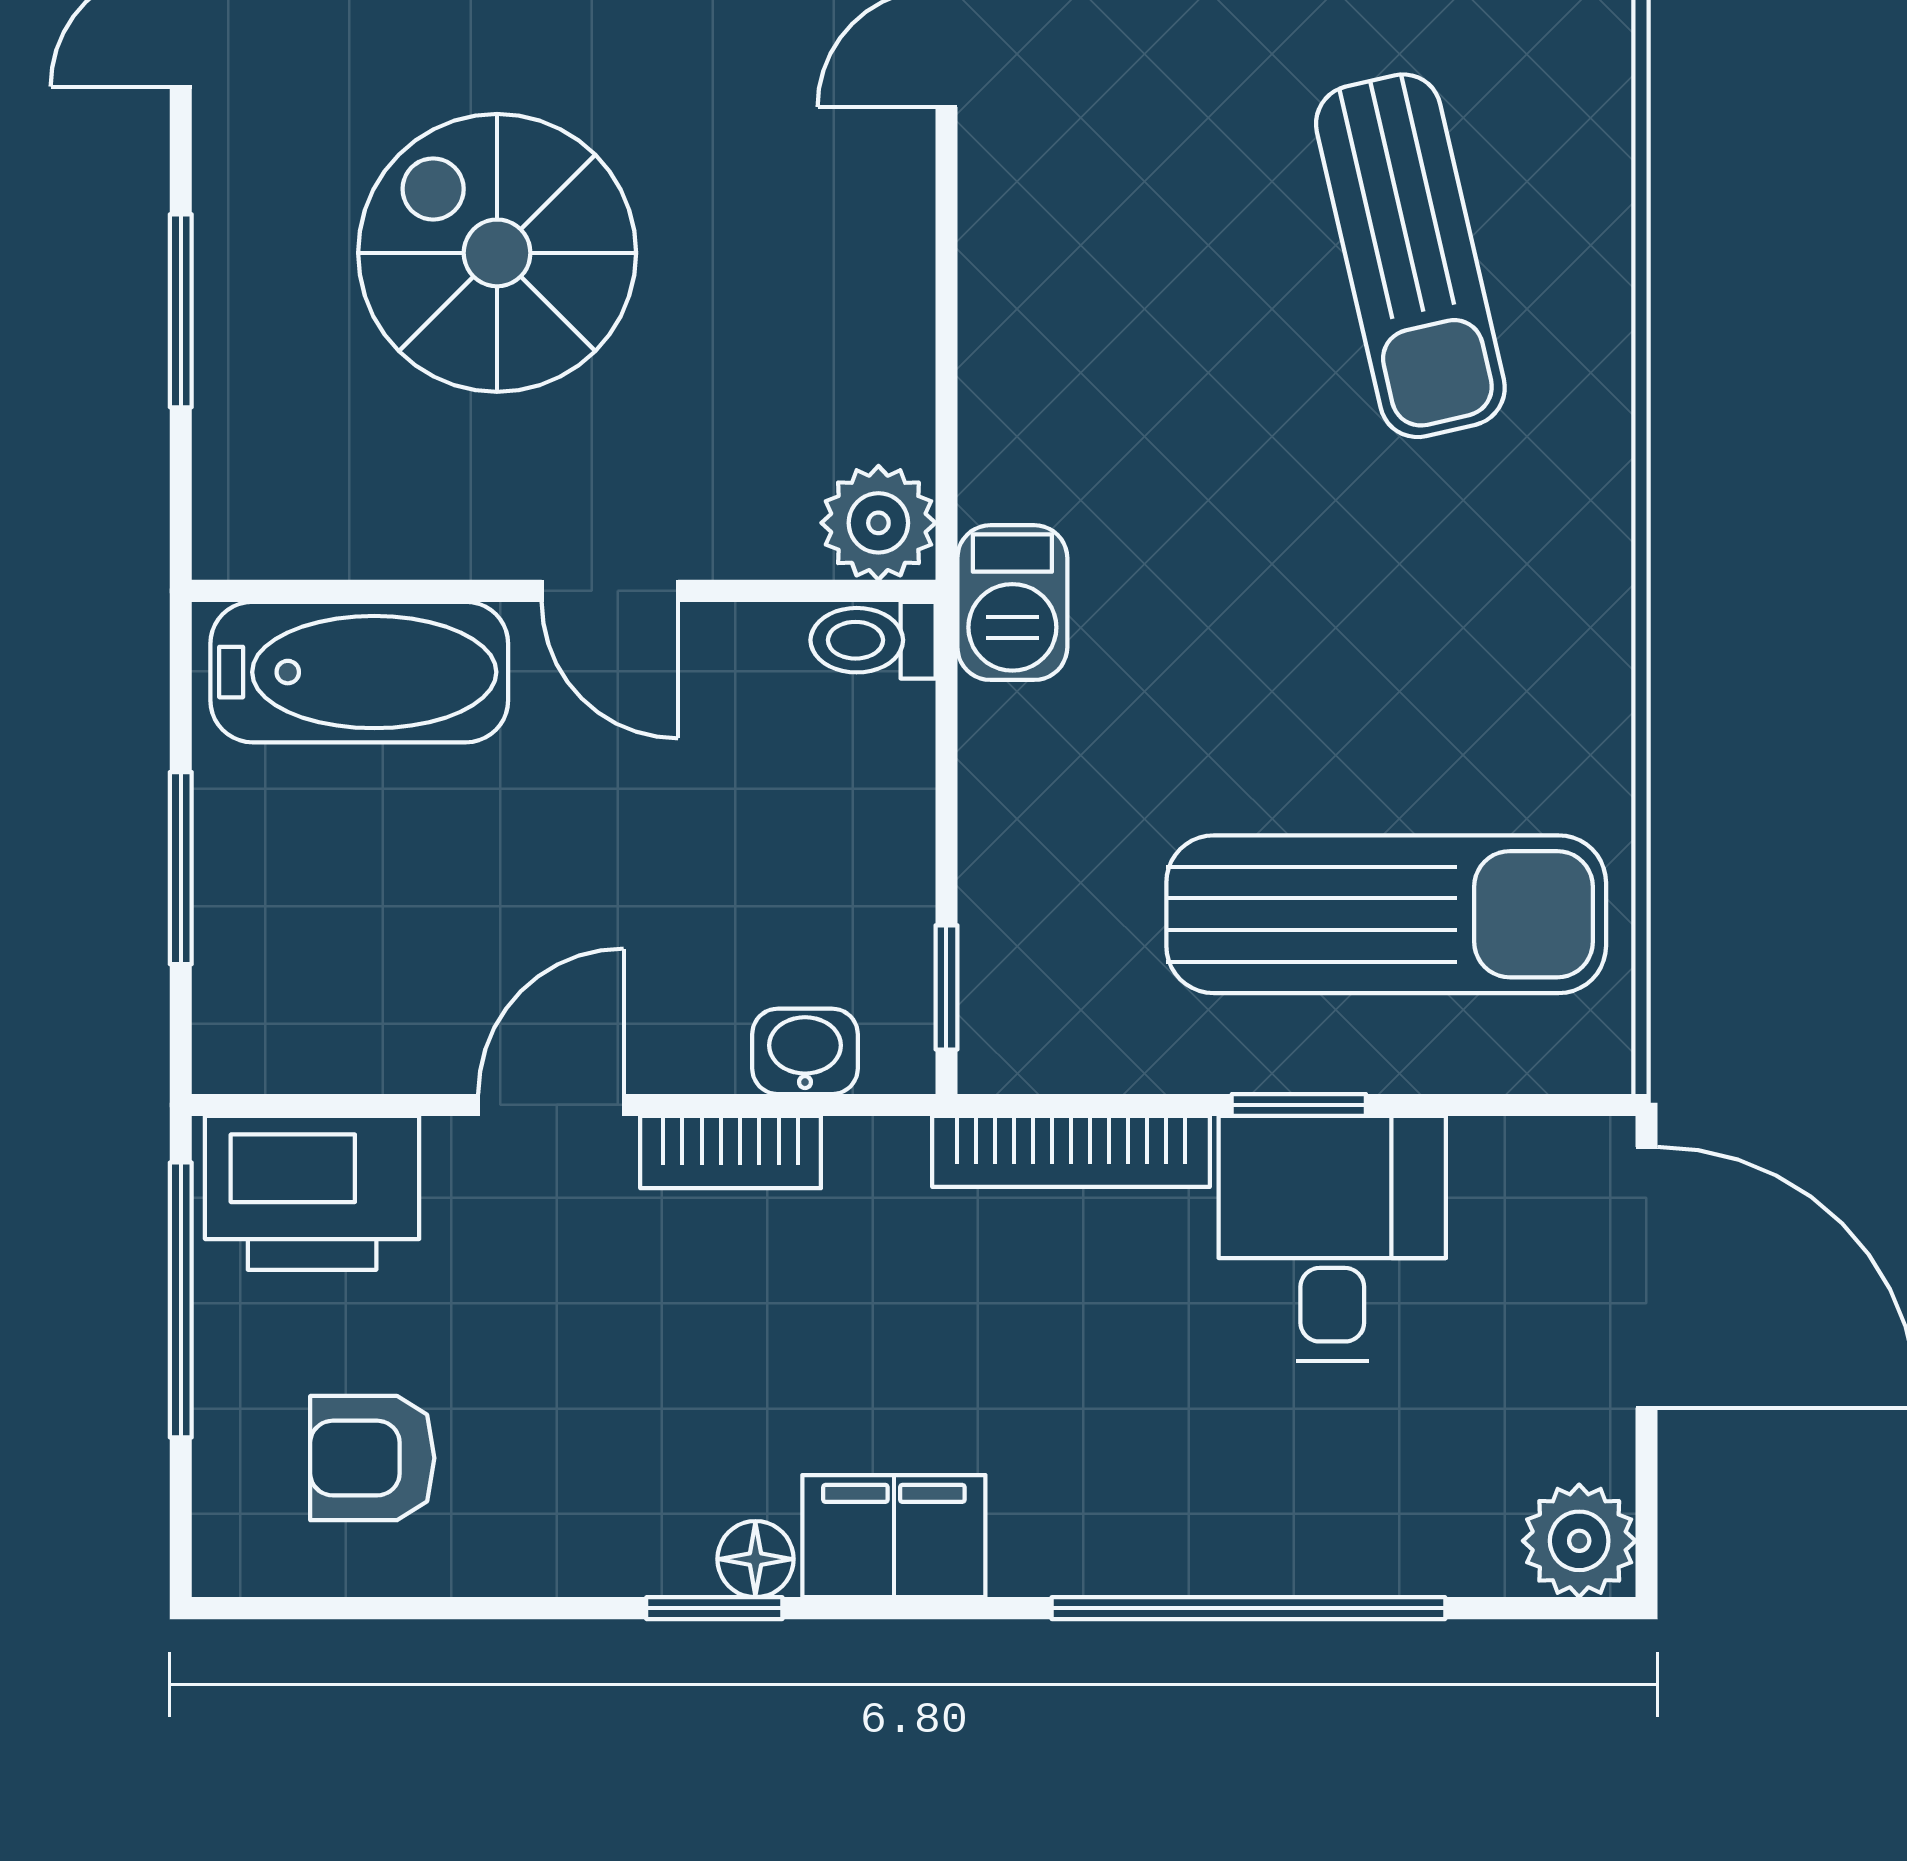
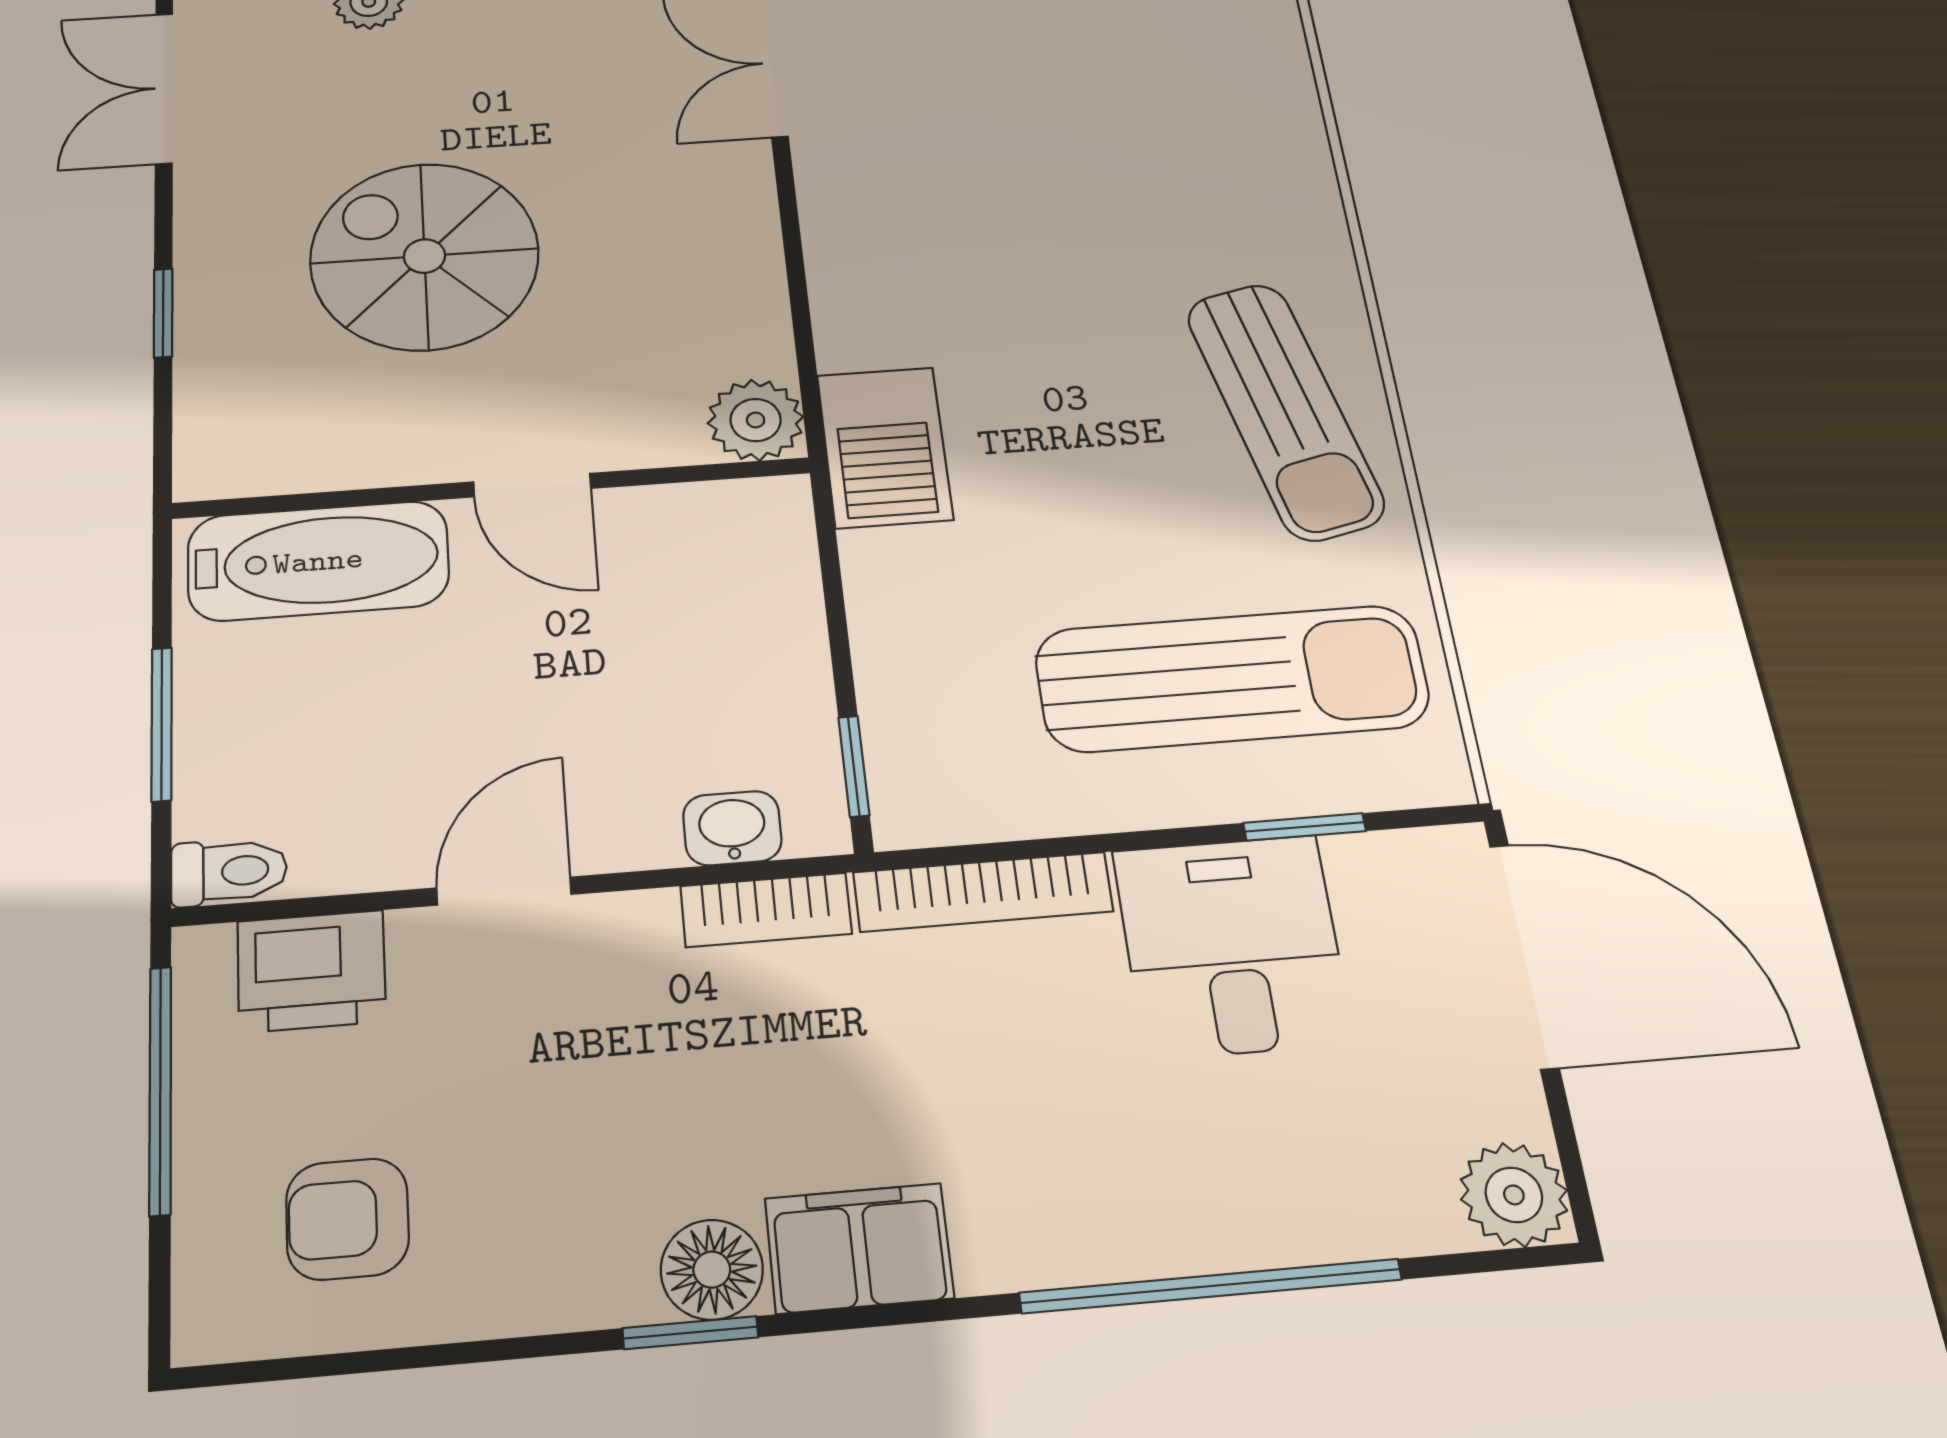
sun lounger: (1410, 256) -> (1285, 410), moved
window: (181, 311) -> (163, 313), width x0.67
barbecue: (1012, 603) -> (885, 447), width x1.38, depth x1.27
toilet: (873, 640) -> (229, 872), moved, turned 180
window: (1299, 1105) -> (1305, 827), moved
bookcase: (731, 1152) -> (766, 910), moved
printer: (312, 1193) -> (311, 971), width x0.73, depth x0.84
floor lamp: (755, 1559) -> (712, 1270), width x1.37, depth x1.37

